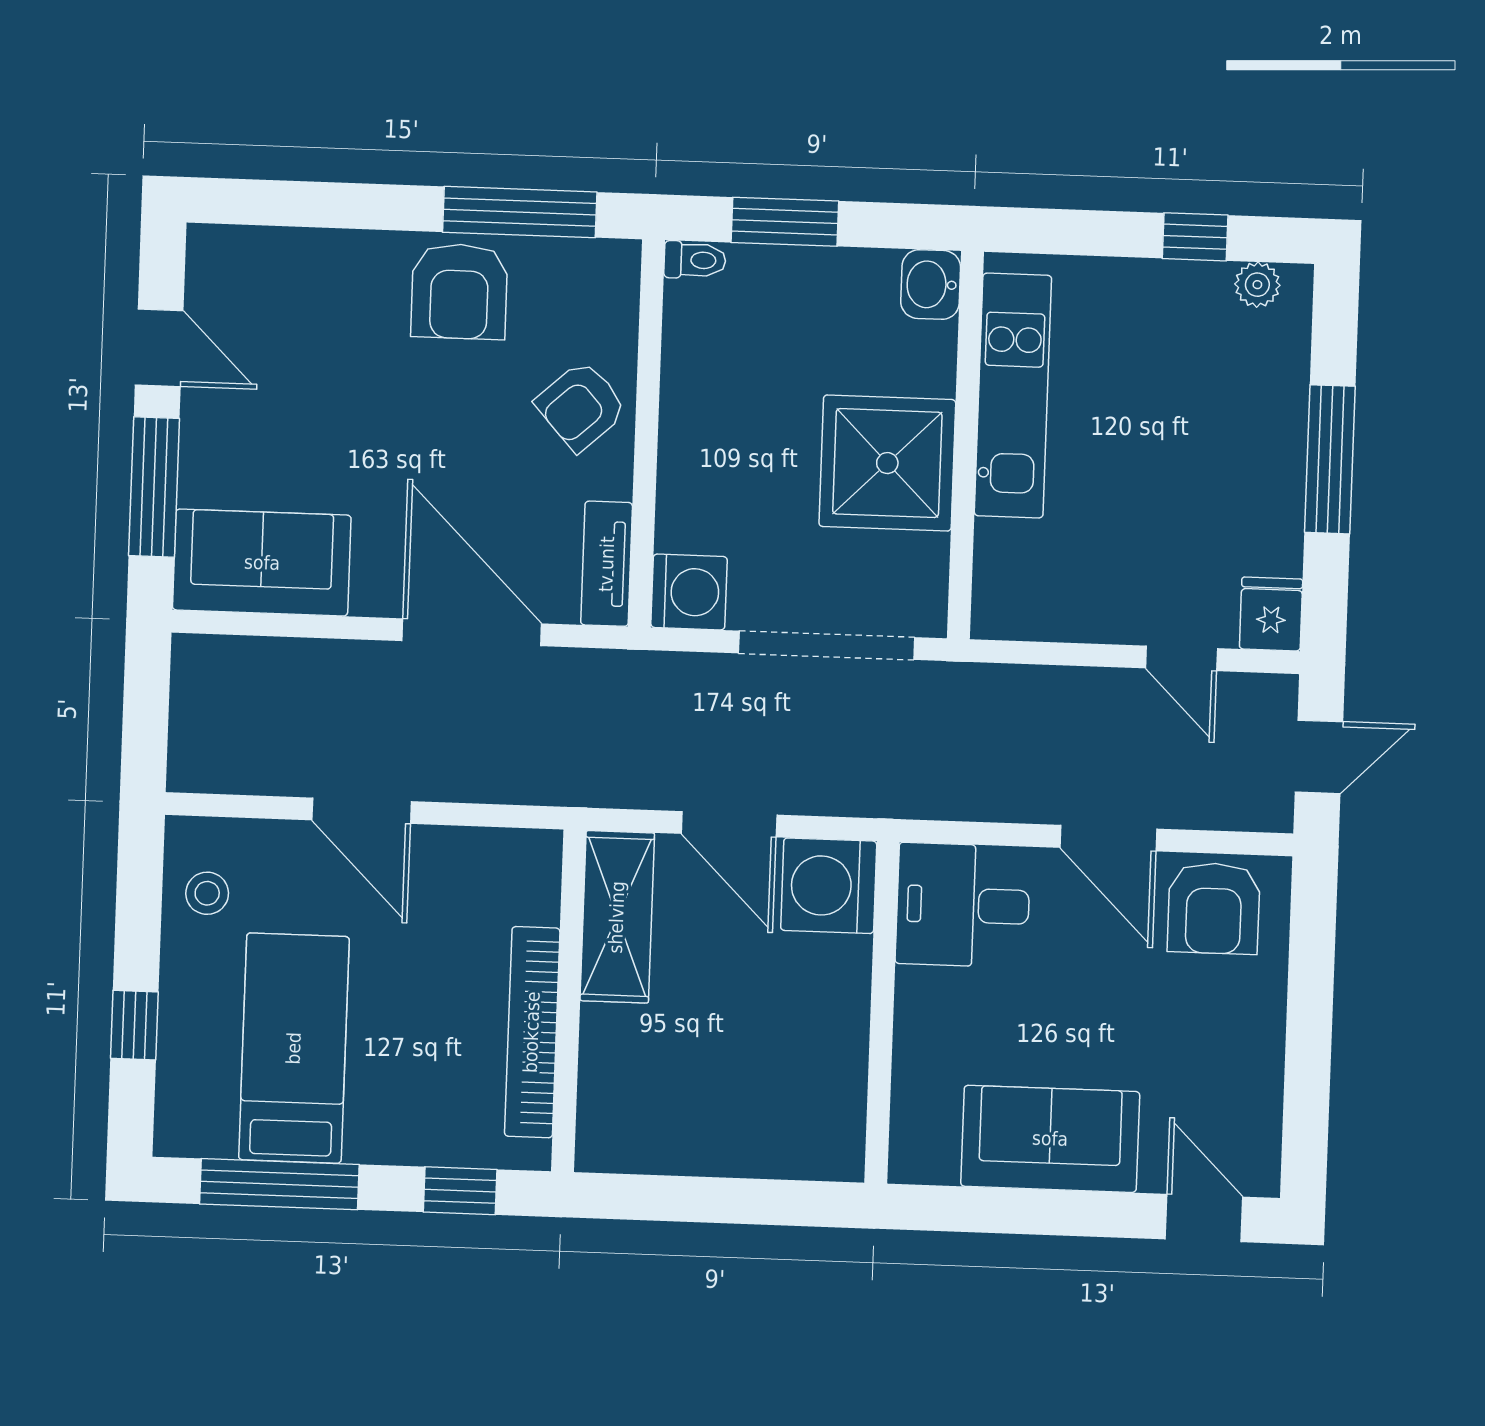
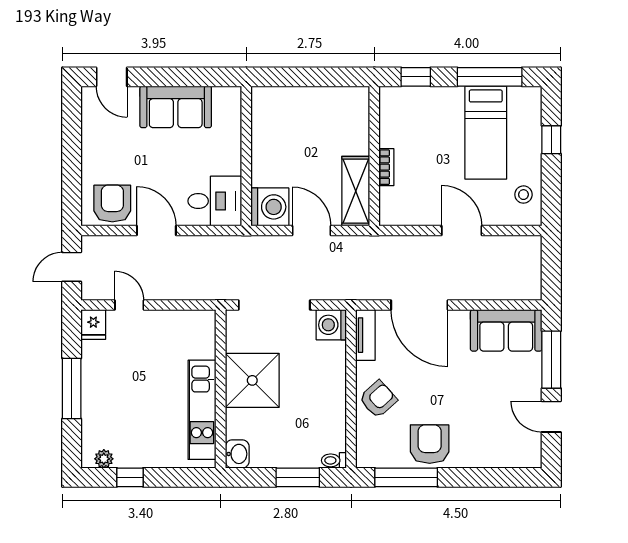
bookcase: (532, 1032) -> (386, 167), width x0.43, depth x0.76

